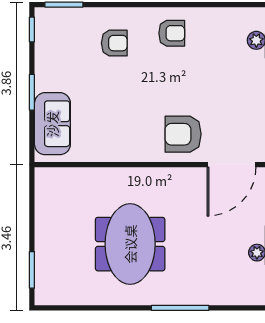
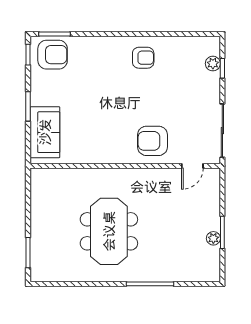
armchair: (114, 43) -> (53, 55), moved, width x1.38, depth x1.38
door: (232, 165) -> (192, 166), width x0.53

